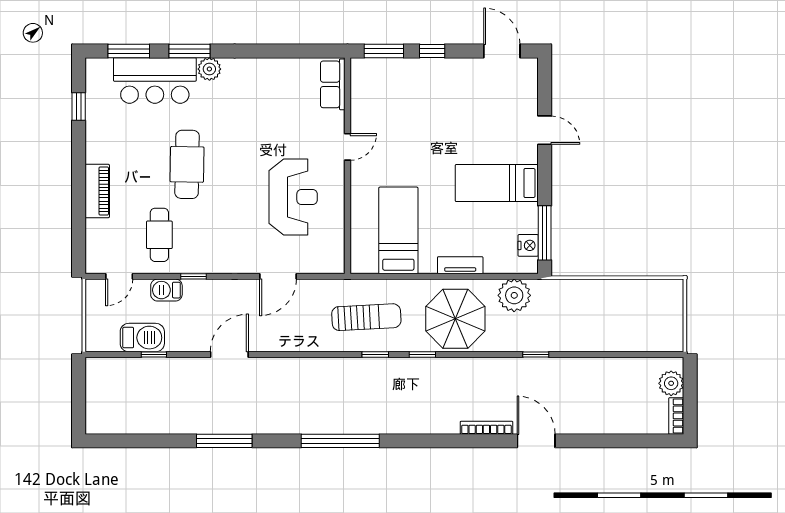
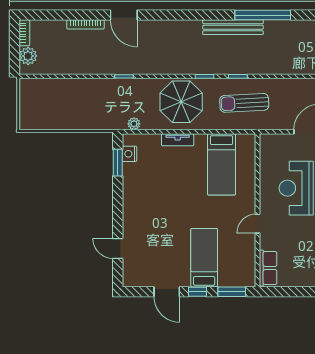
door: (502, 51) -> (167, 292), moved
door: (545, 130) -> (118, 248), moved
bed: (497, 183) -> (204, 258), moved, turned -90
window: (545, 233) -> (118, 163), width x0.69
plant: (514, 295) -> (134, 124), width x0.53, depth x0.53
bench: (382, 424) -> (233, 27), added
bookcase: (486, 428) -> (85, 24), moved

